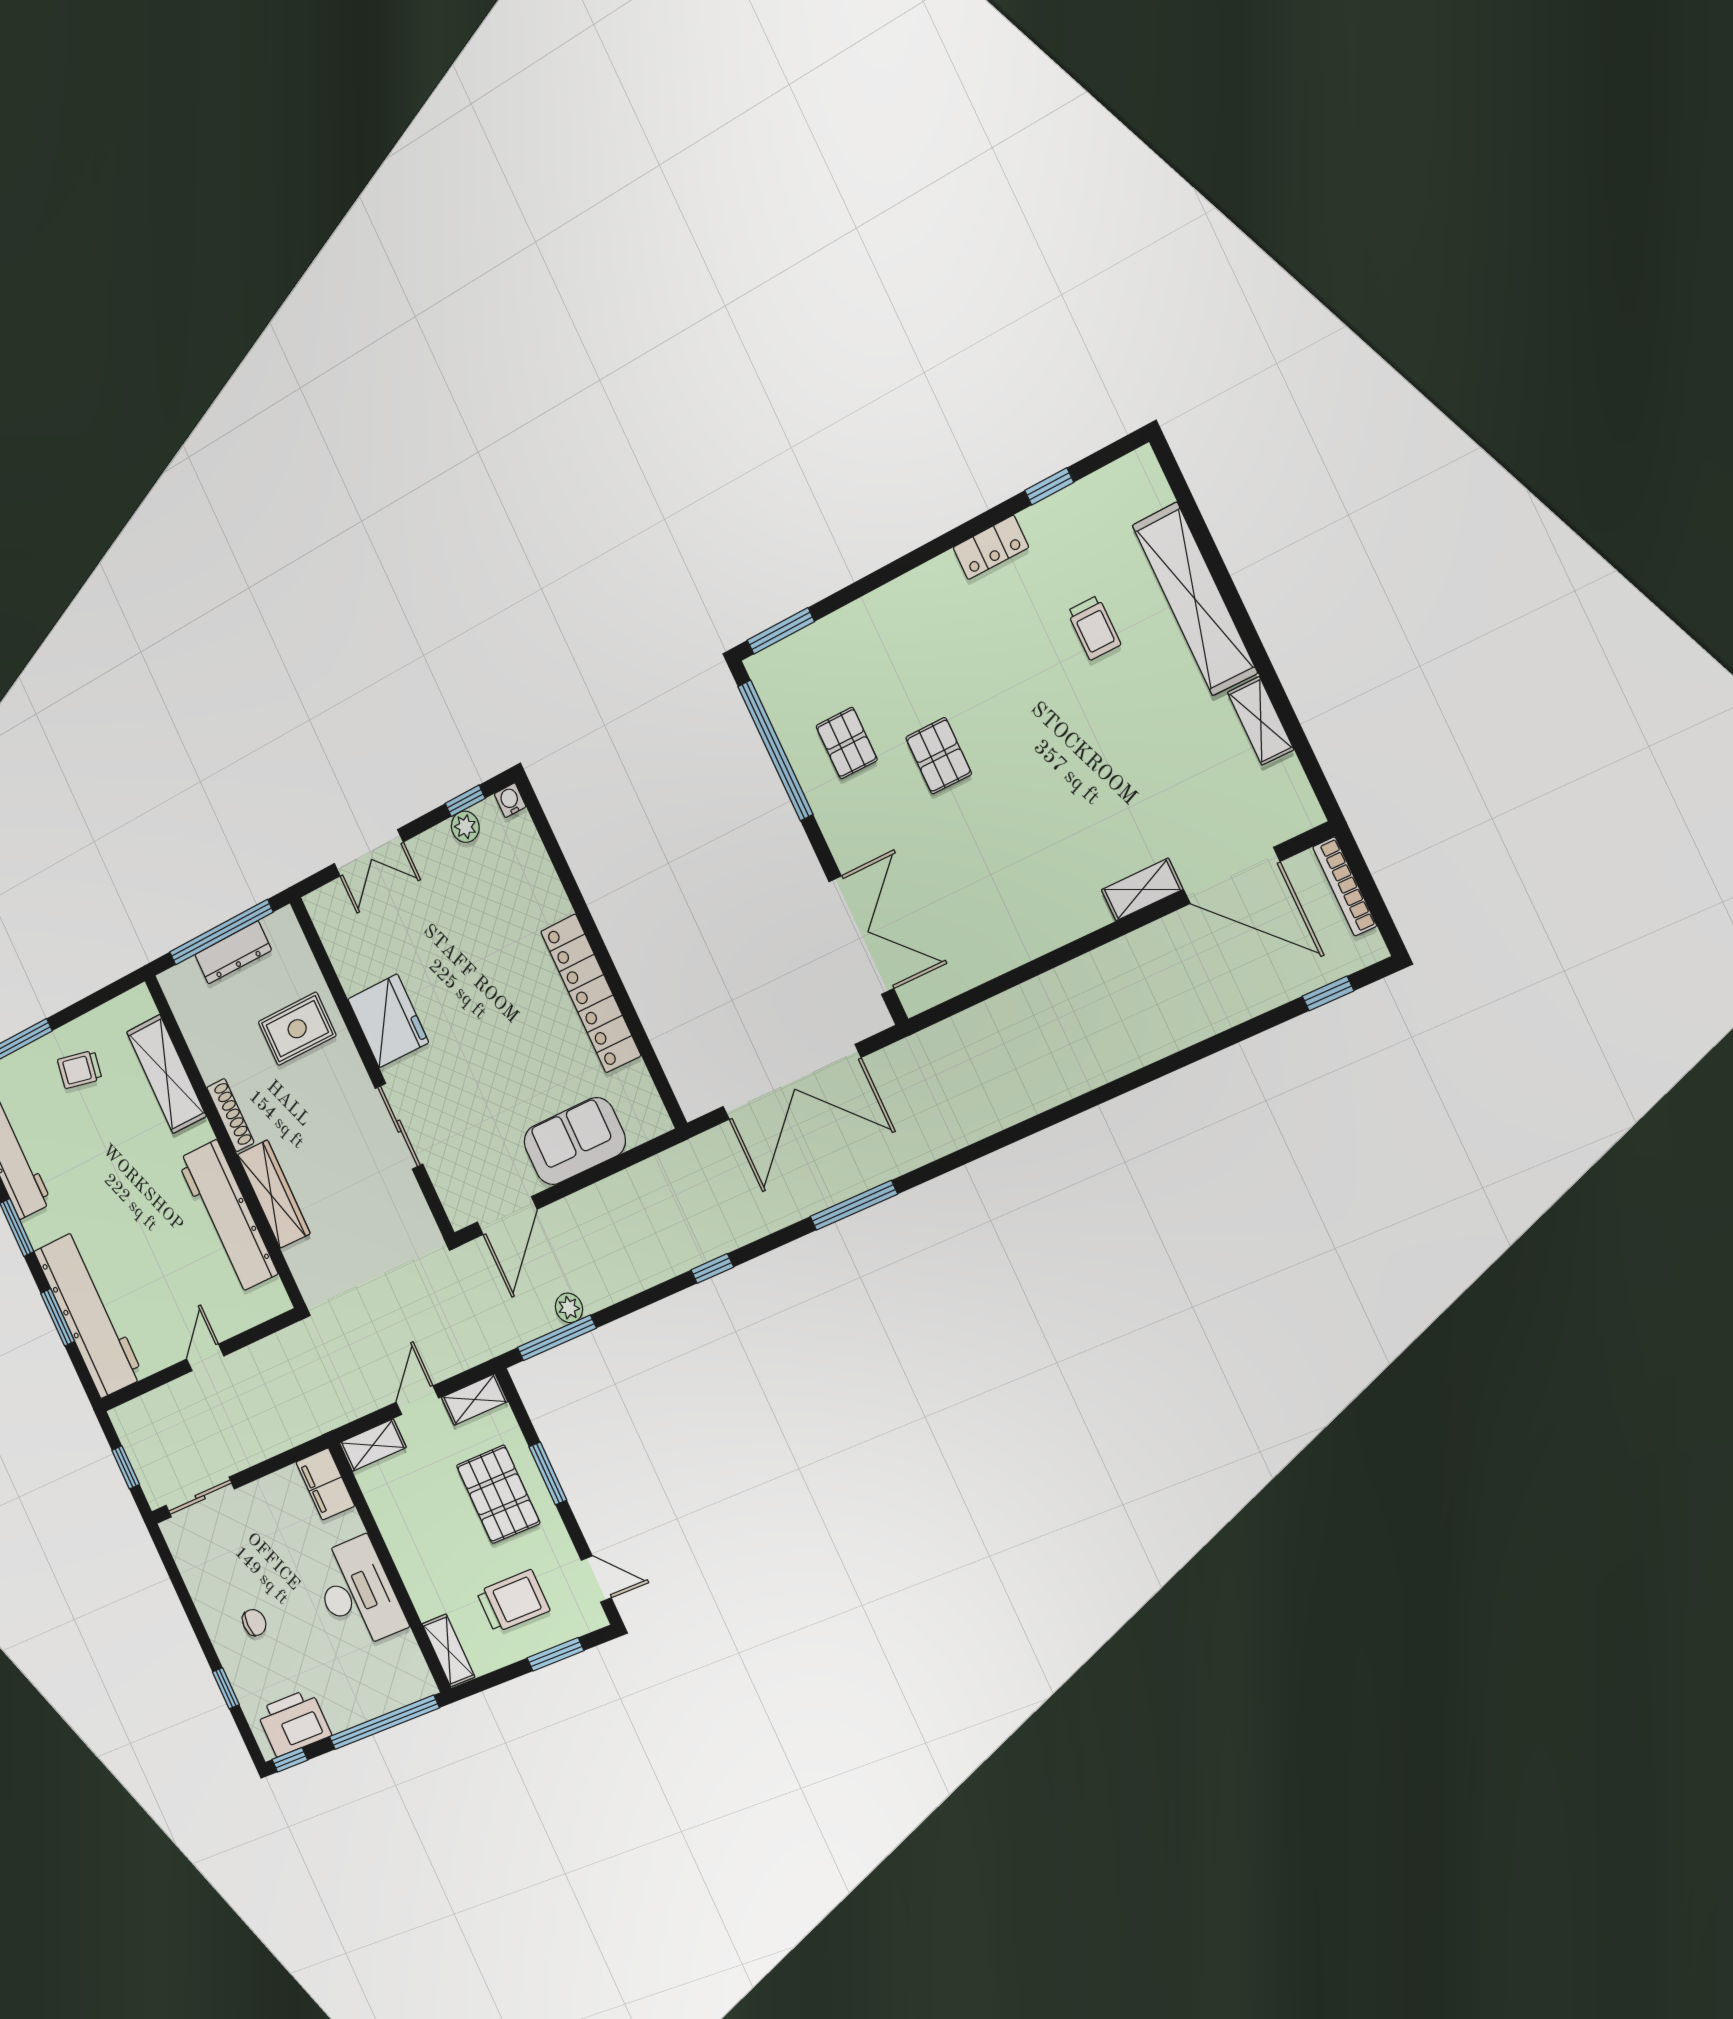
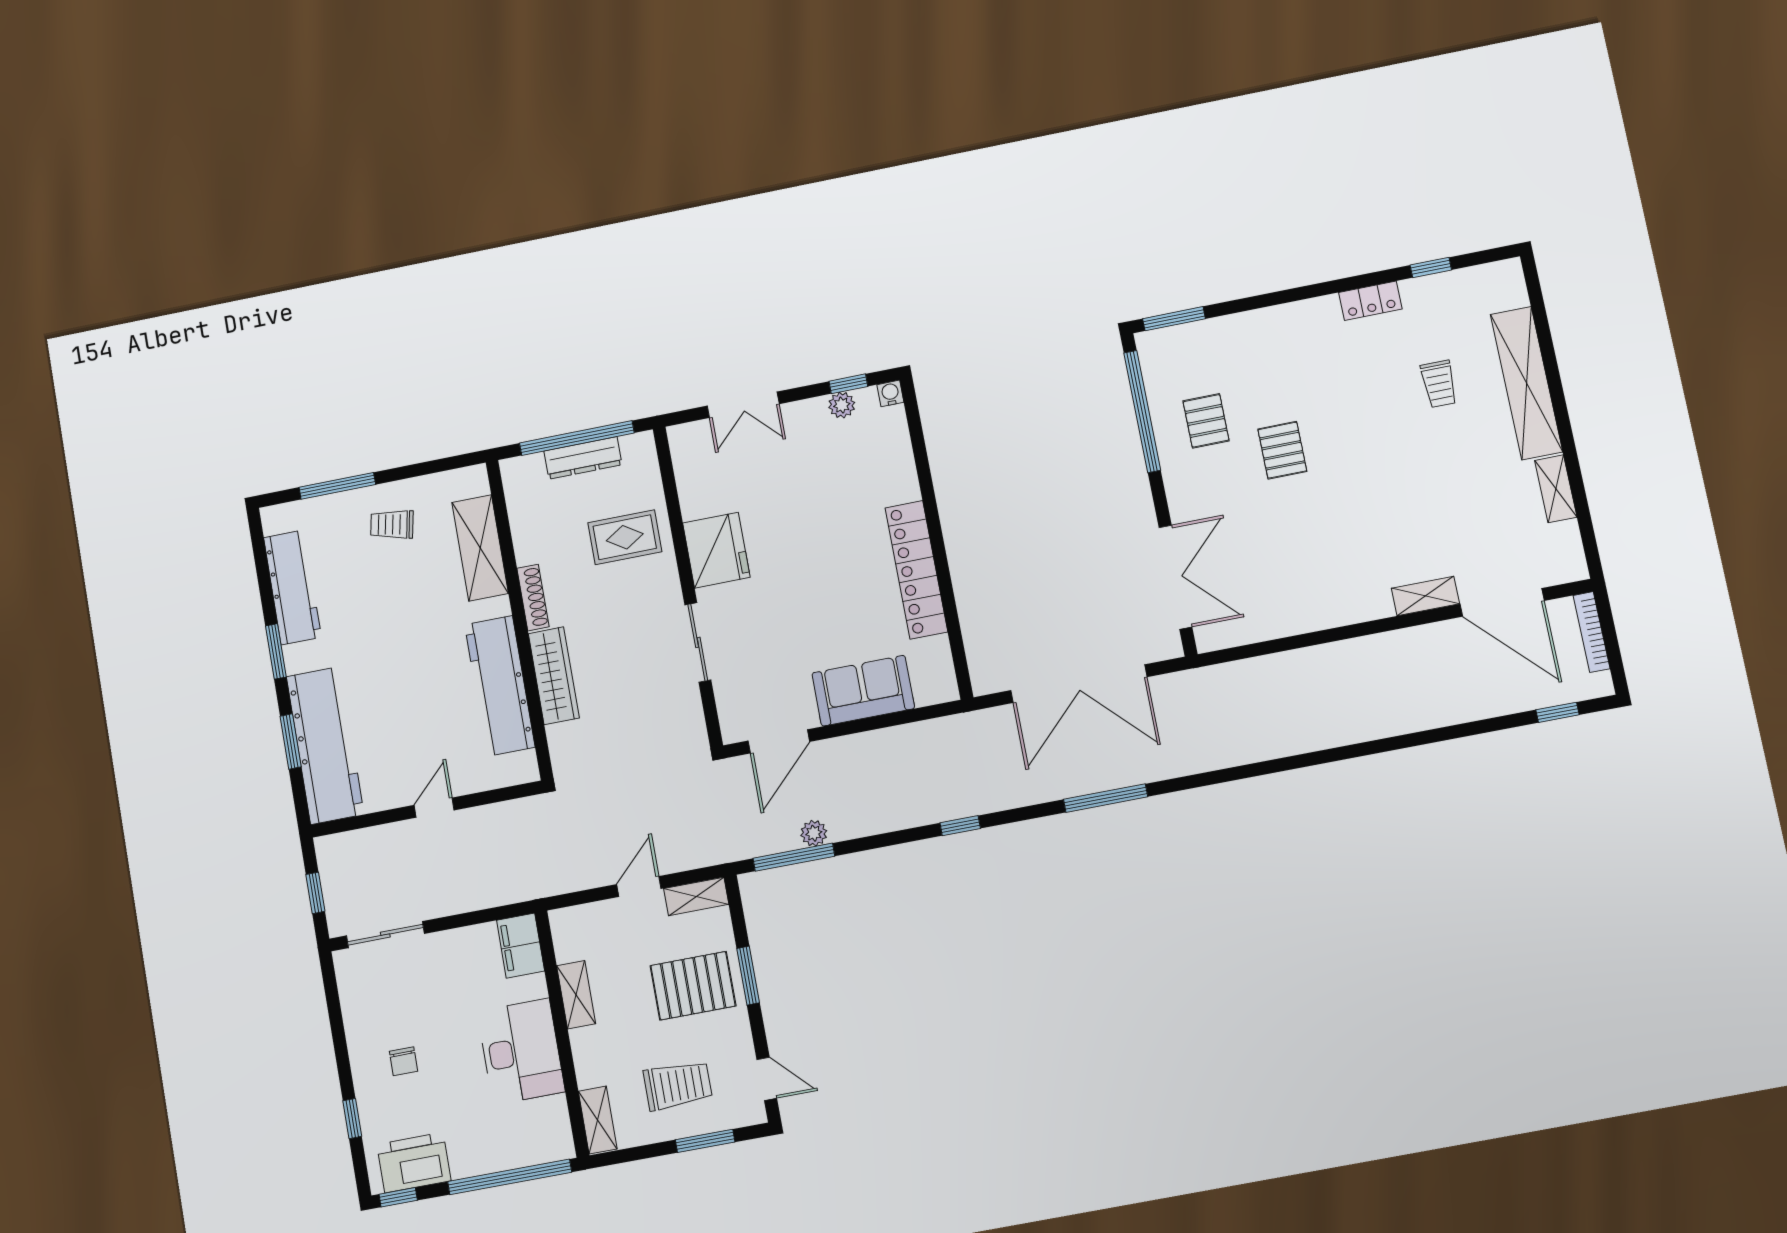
shelving: (373, 1445) -> (576, 995), moved, turned 90
pallet: (498, 1494) -> (693, 986), turned 90
chair: (254, 1622) -> (404, 1061), turned 90

